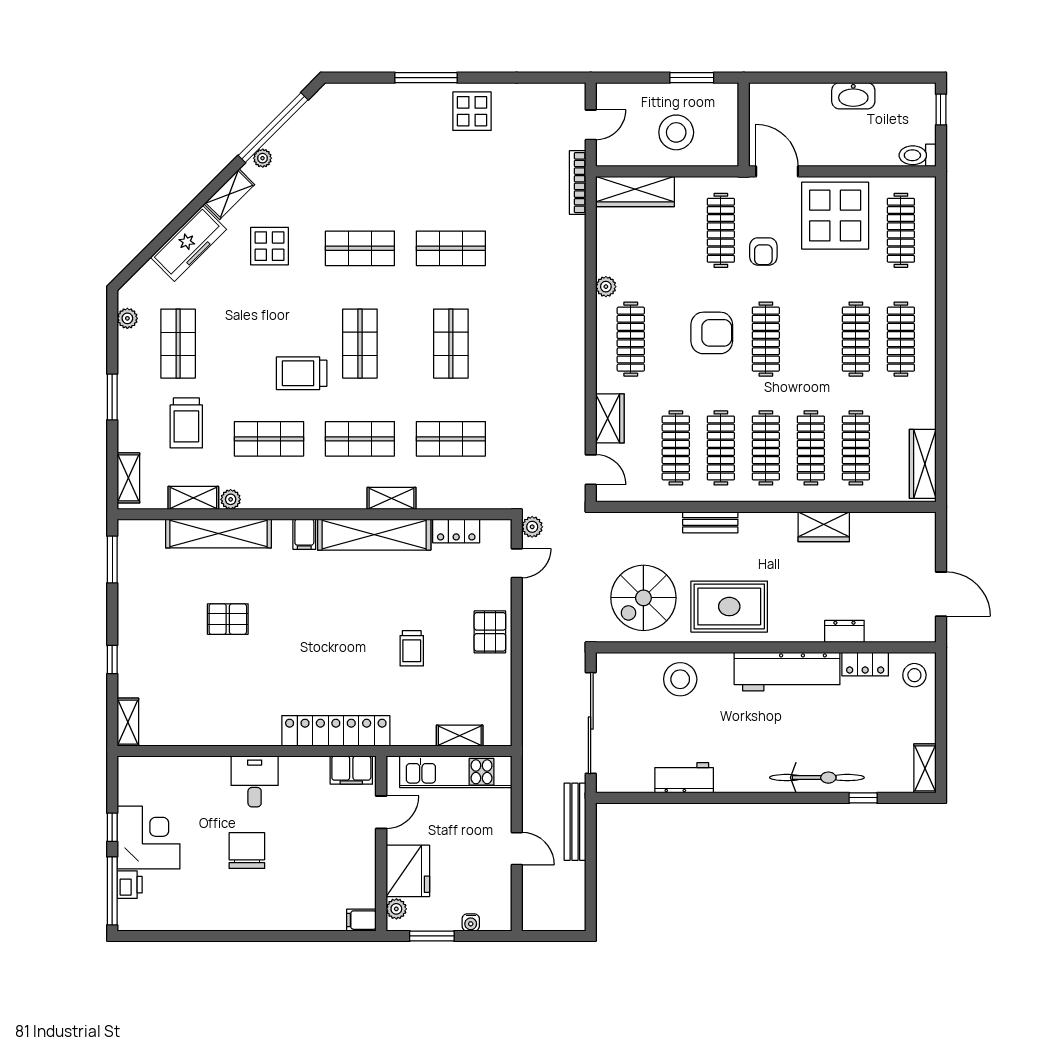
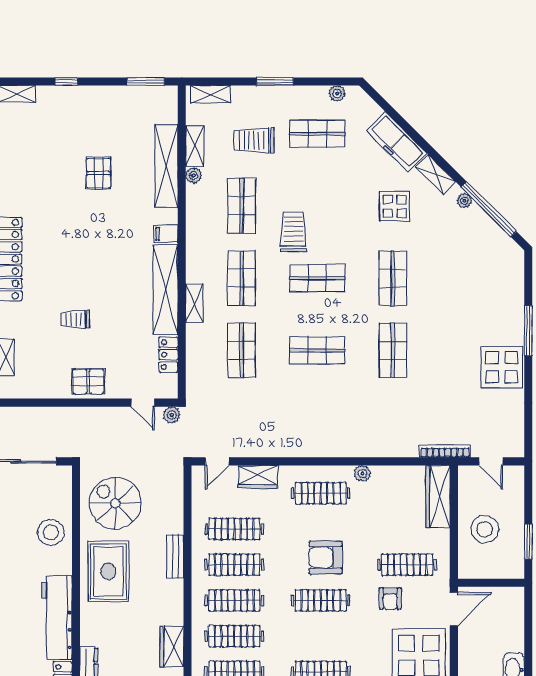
display table: (472, 111) -> (502, 367), width x1.36, depth x1.36
armchair: (763, 251) -> (390, 598), turned -90
armchair: (712, 333) -> (326, 557), turned 90

